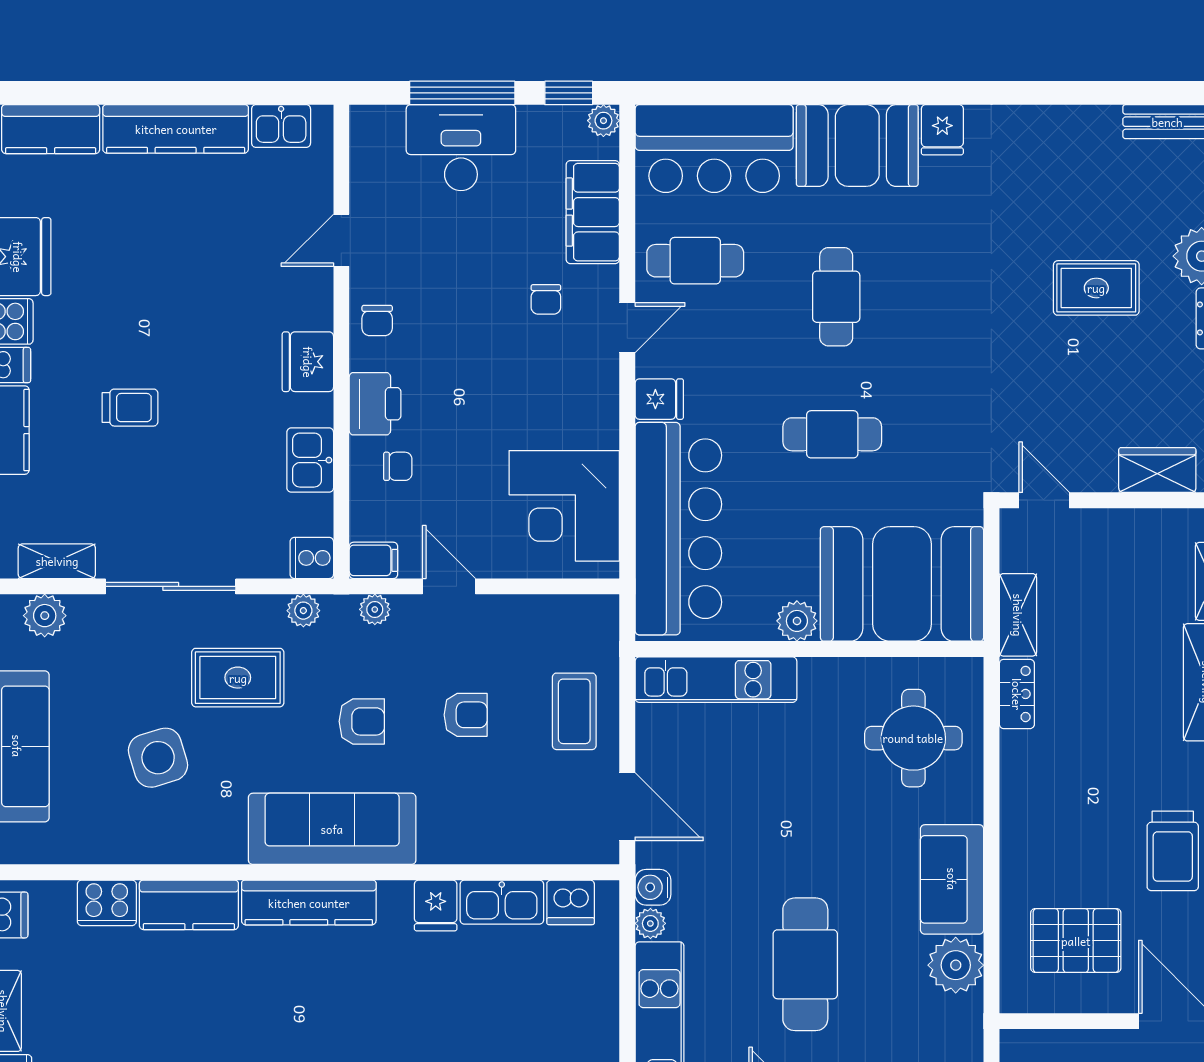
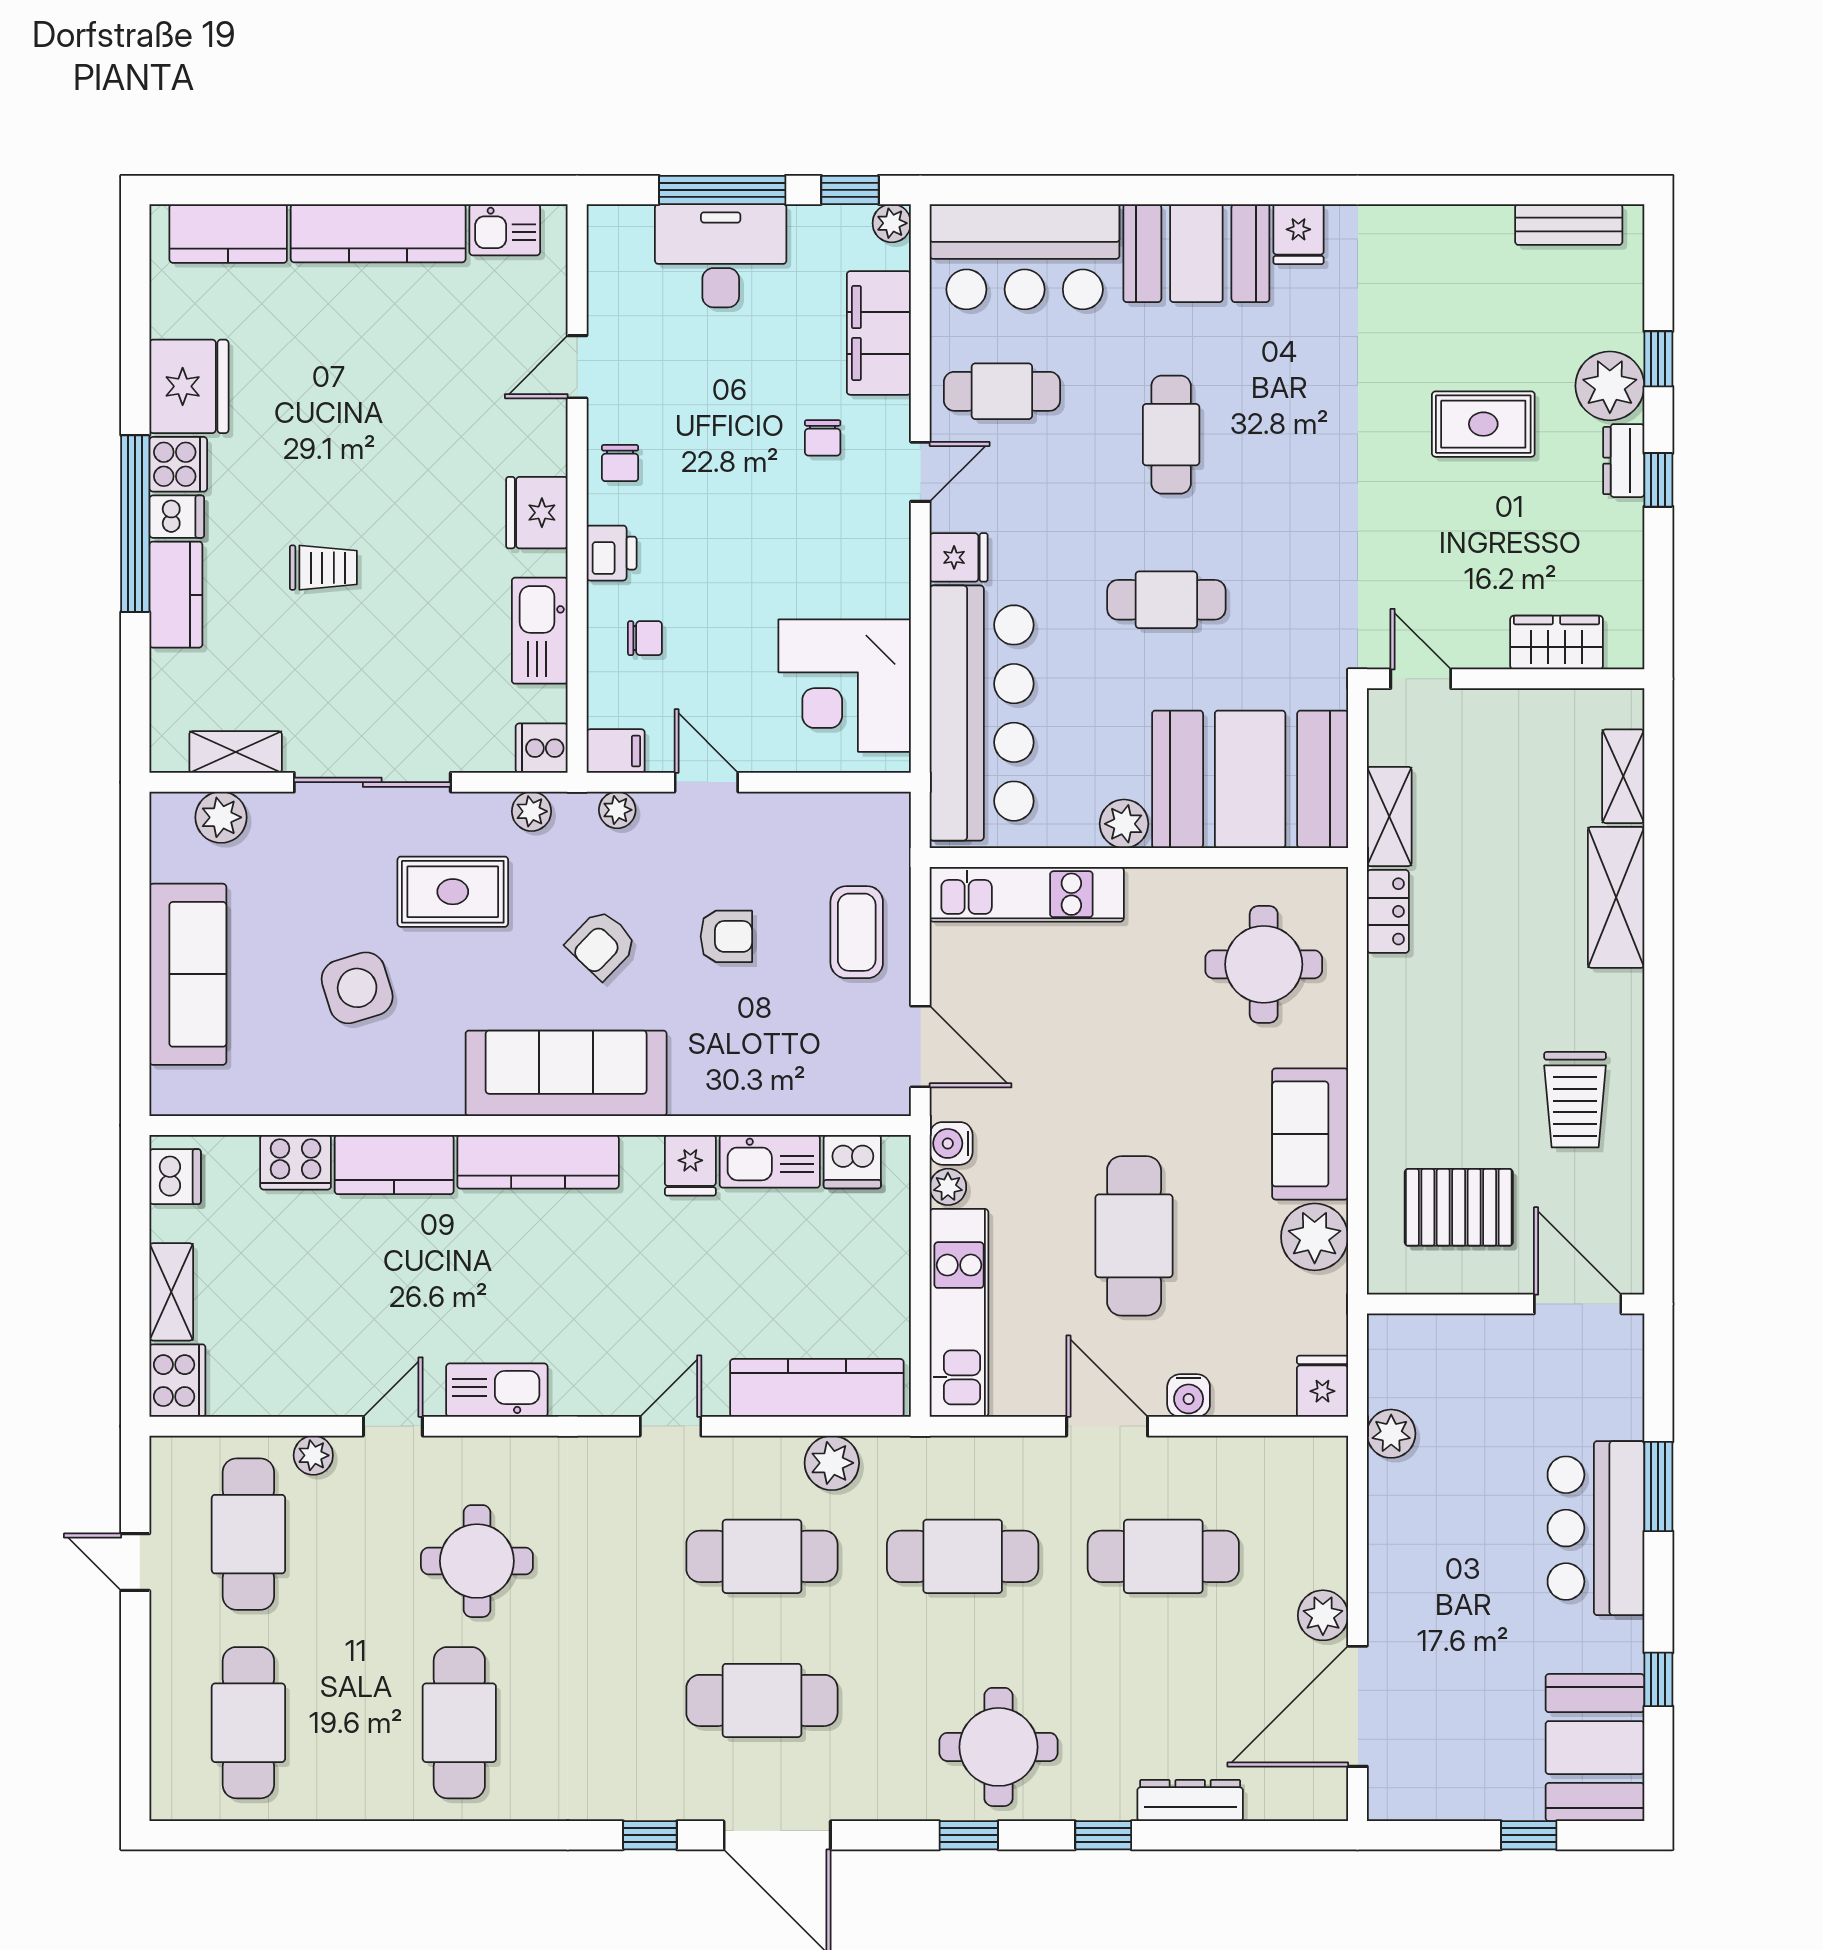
printer: (375, 404) -> (612, 553), width x0.73, depth x0.81
kitchen sink: (310, 460) -> (540, 631), width x1.38
armchair: (362, 721) -> (602, 944), turned 134

